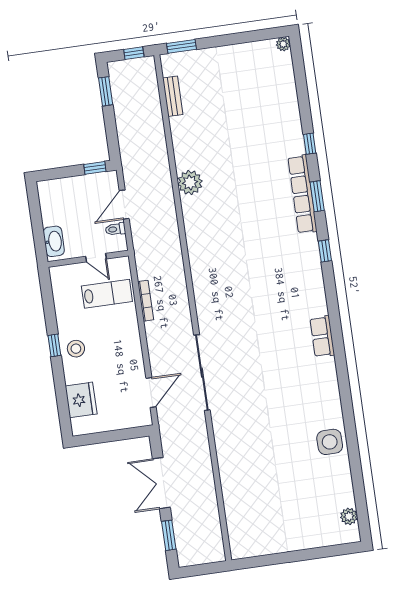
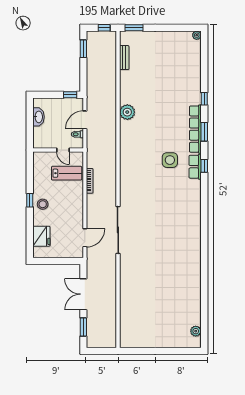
washbasin: (54, 241) -> (38, 117), moved
row of seats: (322, 336) -> (195, 167), moved
side table: (330, 442) -> (170, 160), moved

